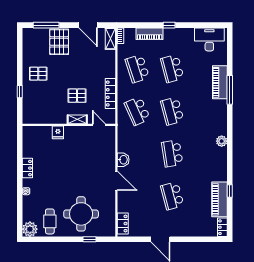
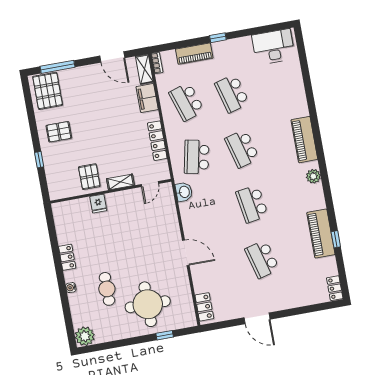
pallet: (59, 42) -> (48, 91), moved
filing cabinet: (109, 60) -> (147, 98), added
piano: (220, 82) -> (304, 140), moved
window: (230, 90) -> (312, 108), removed
pallet: (77, 96) -> (89, 177), moved, turned 90
school desk: (137, 111) -> (197, 157), turned 36
door: (99, 125) -> (150, 184), swing flipped
washbasin: (123, 160) -> (184, 192), moved
piano: (219, 199) -> (321, 233), moved
cafe table: (50, 221) -> (107, 289), moved

